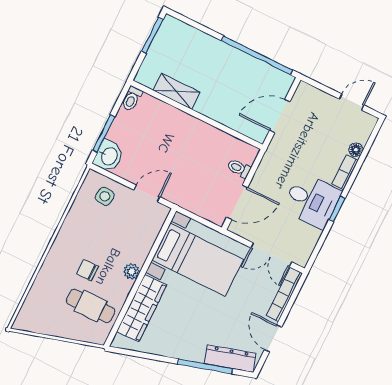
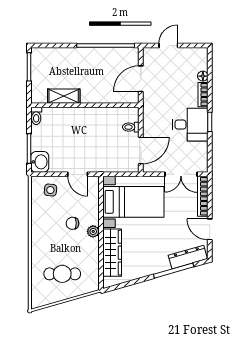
door: (352, 102) -> (168, 46), moved
door: (147, 193) -> (78, 174), swing flipped
chair: (88, 270) -> (72, 223), moved
cafe table: (91, 306) -> (62, 274), moved

